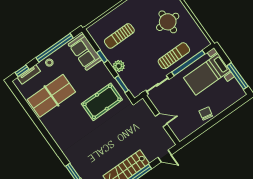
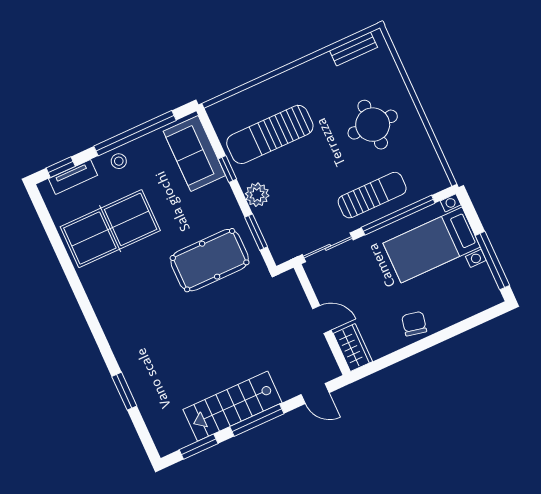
sun lounger: (119, 36) -> (270, 134), width x1.36, depth x1.34
wardrobe: (179, 131) -> (353, 347), added

